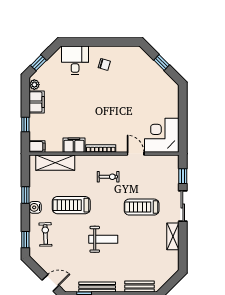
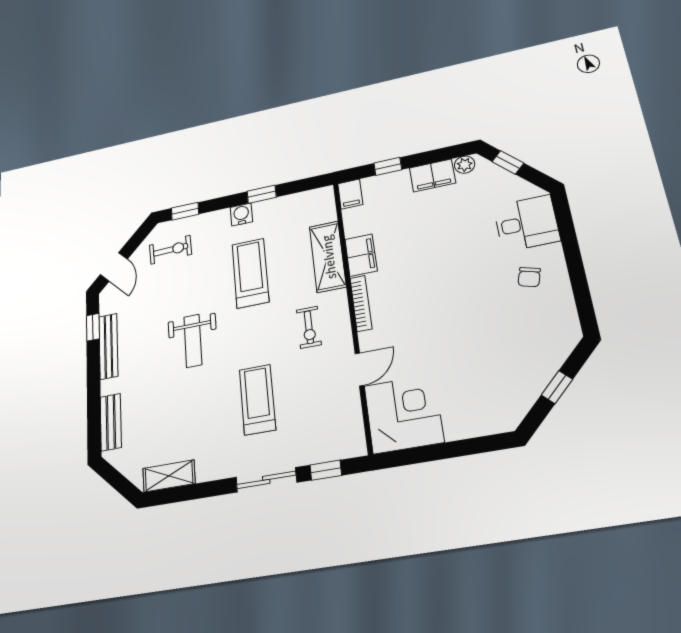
shelving: (55, 163) -> (328, 257), moved
exercise bike: (45, 234) -> (170, 250), moved
shelving: (173, 236) -> (169, 476), moved

